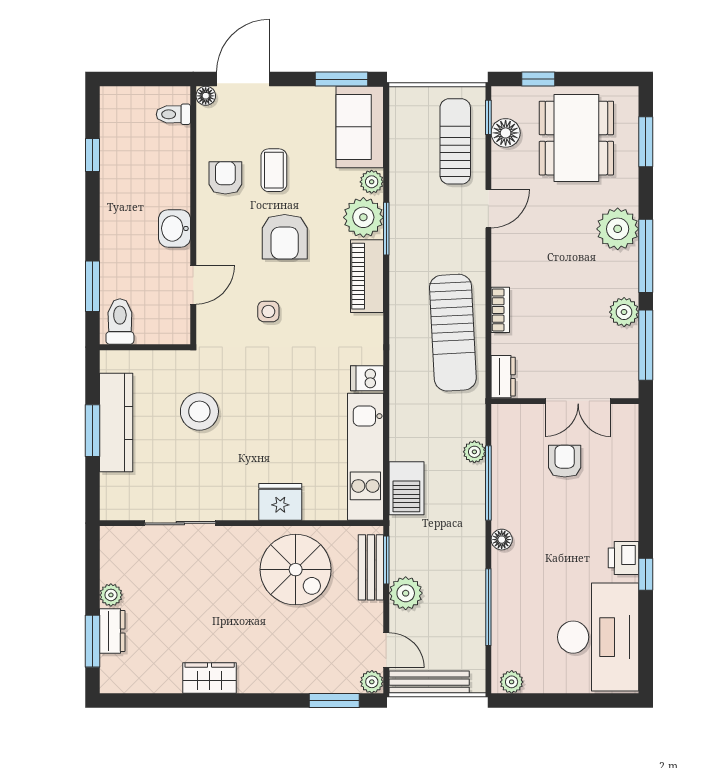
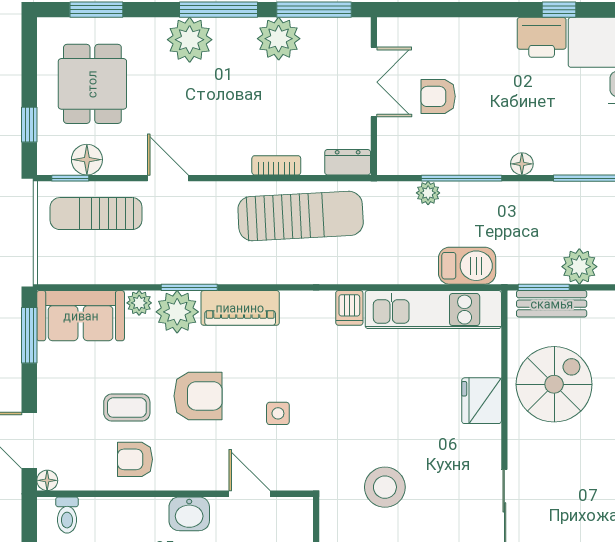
dining table: (576, 138) -> (92, 84), width x0.73
plant: (624, 312) -> (279, 39), width x1.36, depth x1.36
printer: (624, 558) -> (542, 37), width x1.36, depth x1.24

